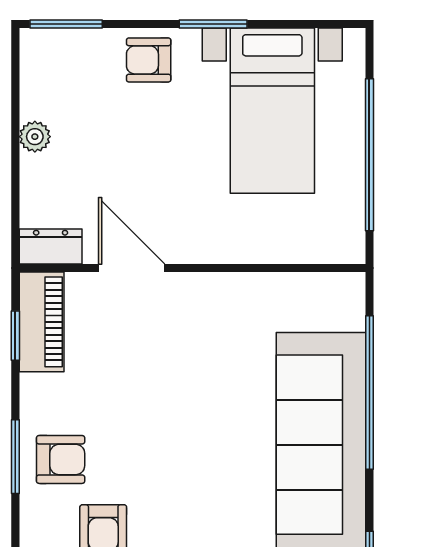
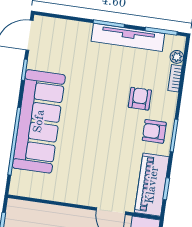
piano: (42, 322) -> (152, 185), width x1.37, depth x1.33

